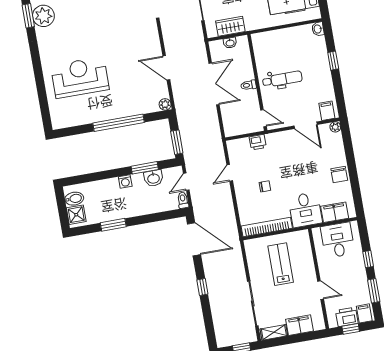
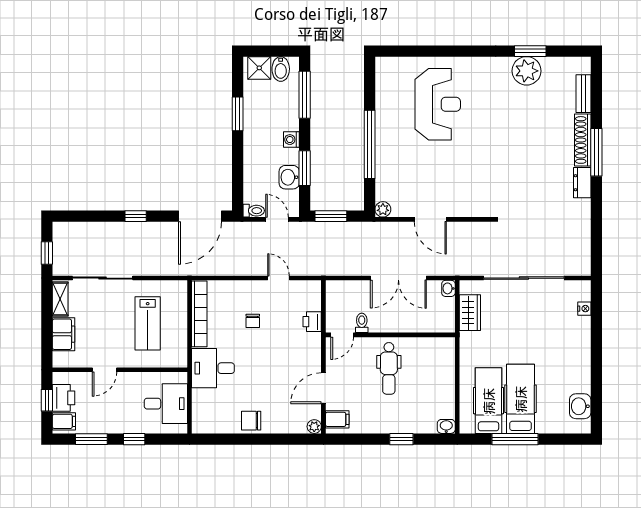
washbasin: (230, 43) -> (448, 288), moved
door: (166, 68) -> (430, 219), swing flipped
toilet: (249, 85) -> (362, 323), moved
window: (90, 177) -> (305, 95), added
filing cabinet: (335, 212) -> (203, 406), removed
lab bench: (281, 264) -> (148, 323), turned 90

